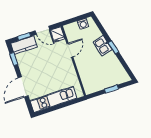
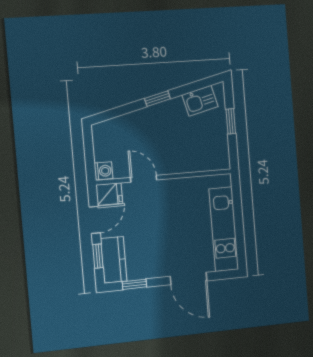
washing machine: (83, 24) -> (103, 171), moved
kitchen sink: (102, 46) -> (200, 101), moved

